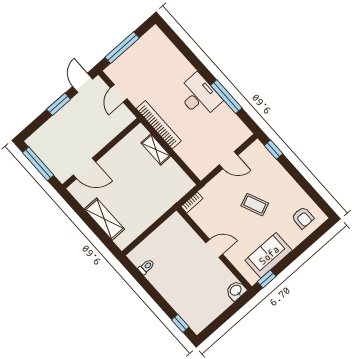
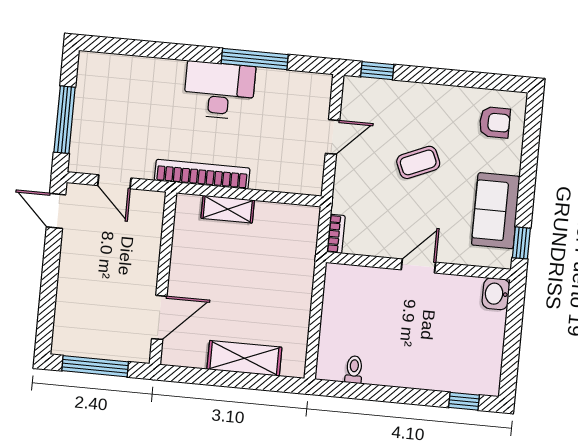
window: (59, 104) -> (51, 267), removed

